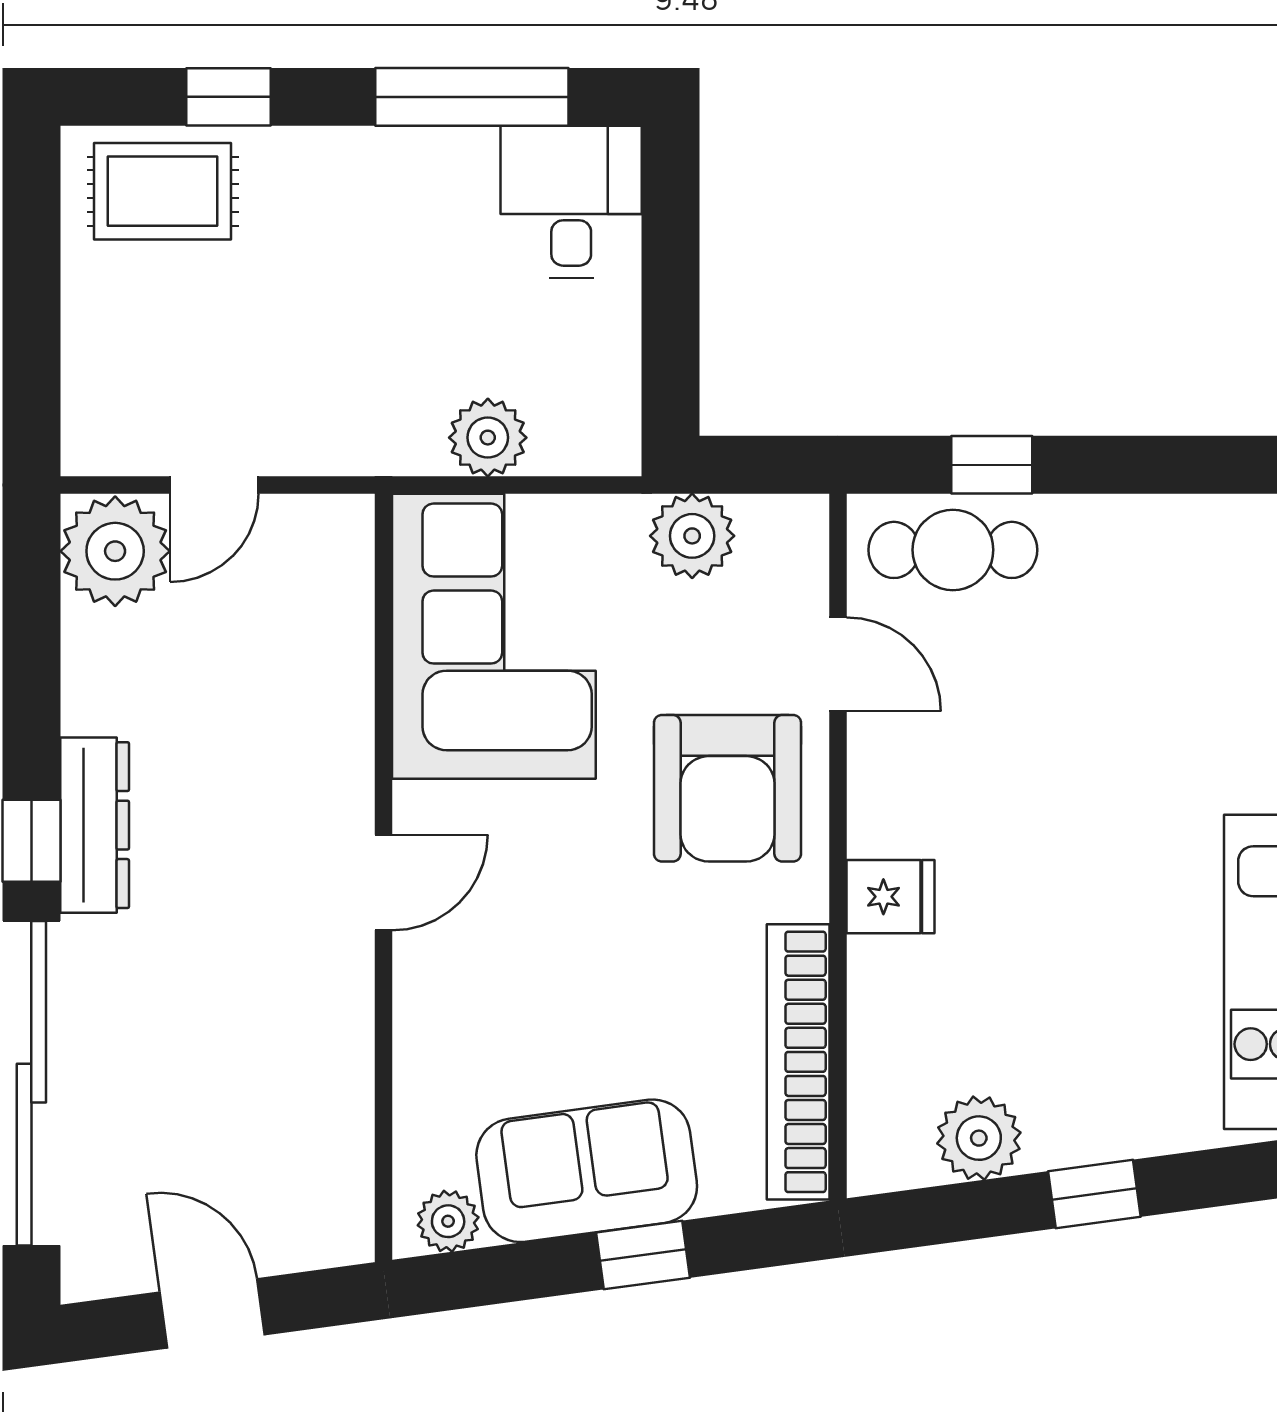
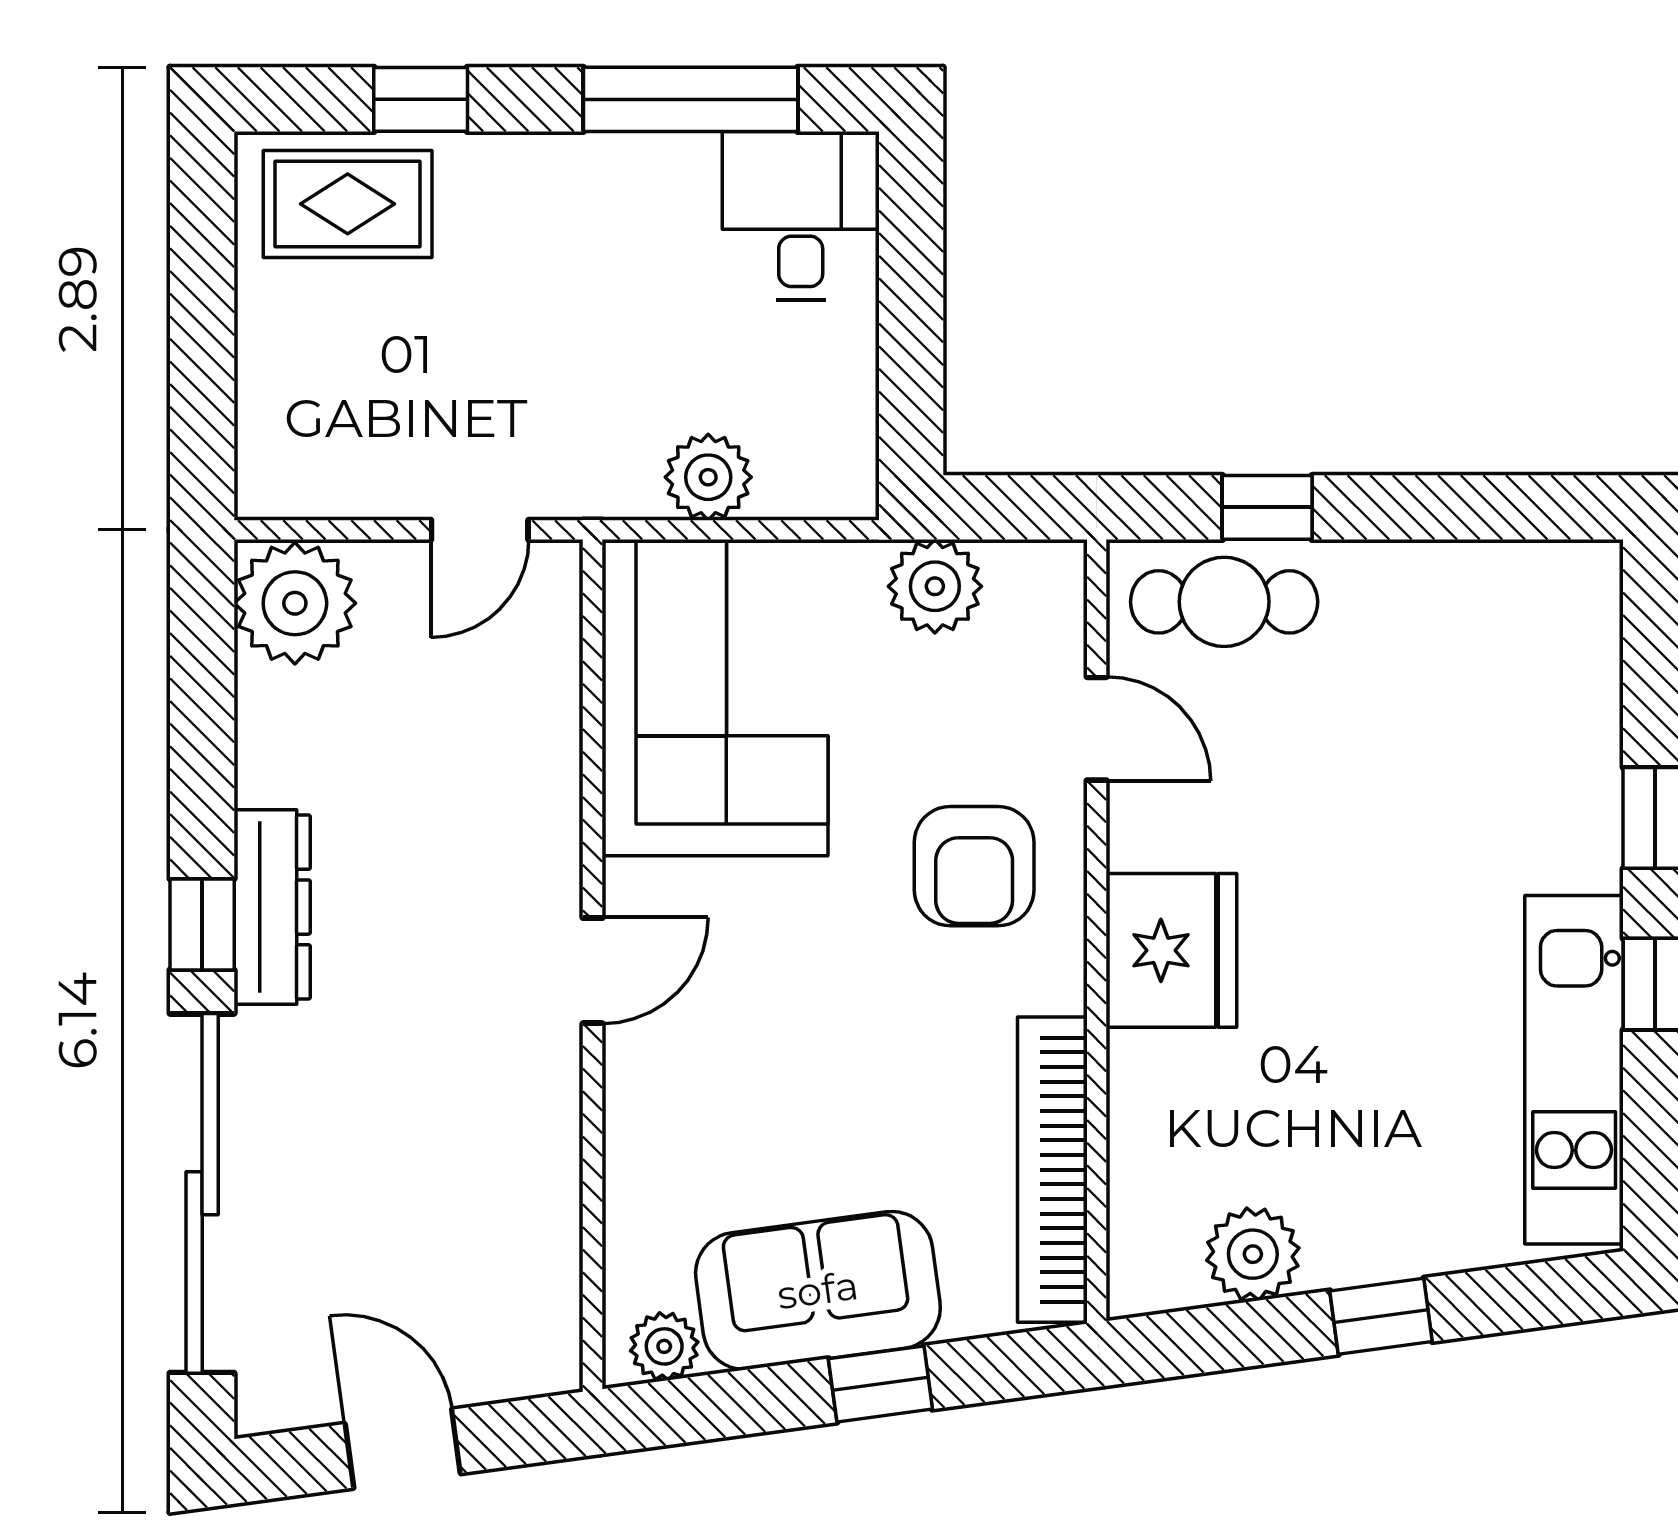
door: (214, 485) -> (480, 530), moved
armchair: (728, 788) -> (974, 866), width x0.73, depth x0.73
fridge: (890, 897) -> (1171, 950), width x1.88, depth x1.34

